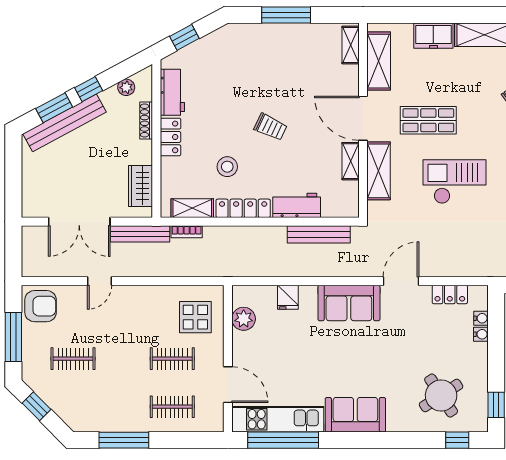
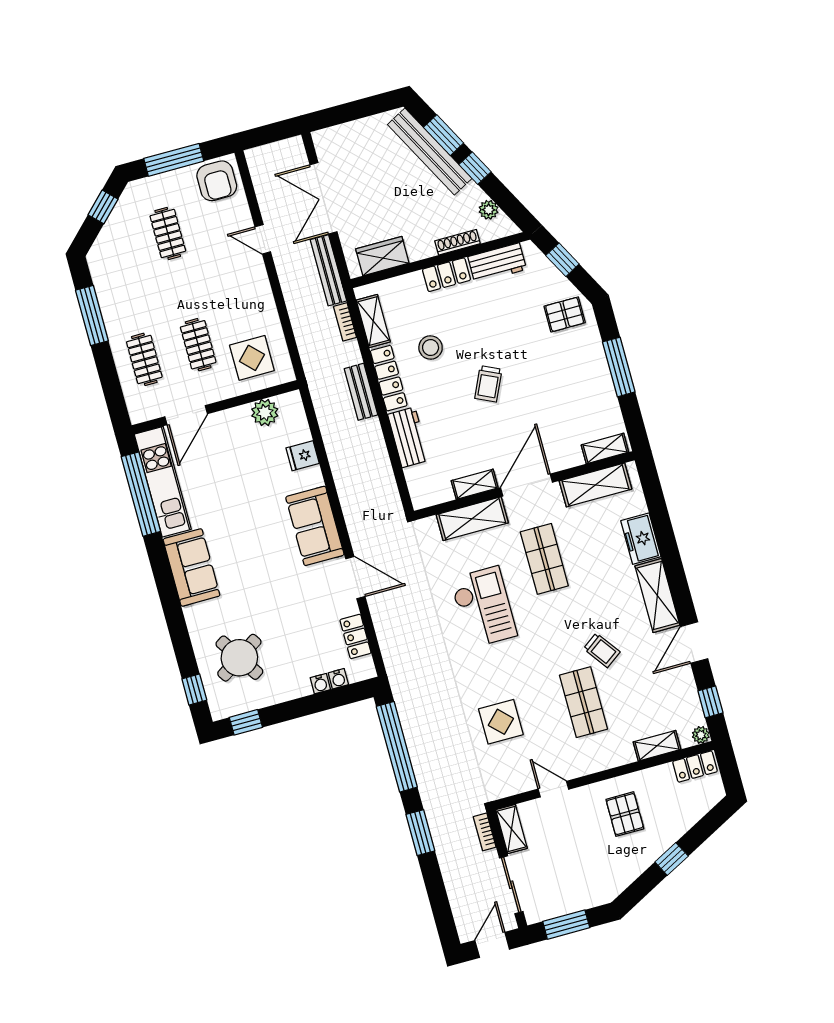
pallet: (230, 48) -> (565, 314), added
bench: (319, 234) -> (361, 392), moved, width x0.73

